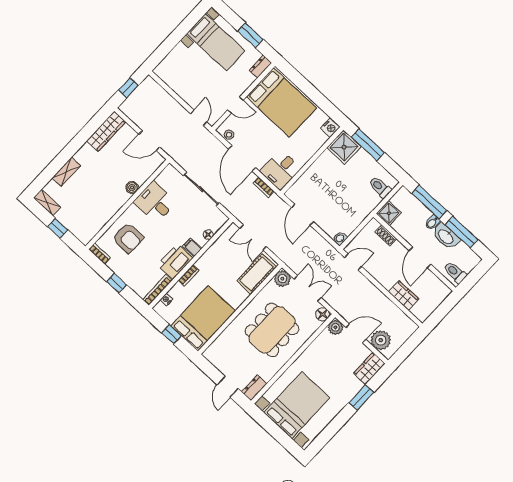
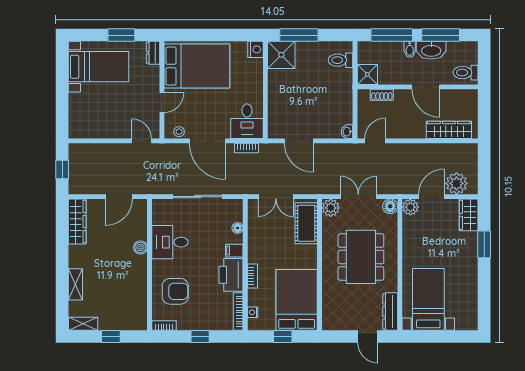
wardrobe: (404, 295) -> (449, 130), width x1.50
dresser: (254, 388) -> (390, 311), width x1.44
bed with nightstands: (297, 405) -> (428, 299), width x0.73

